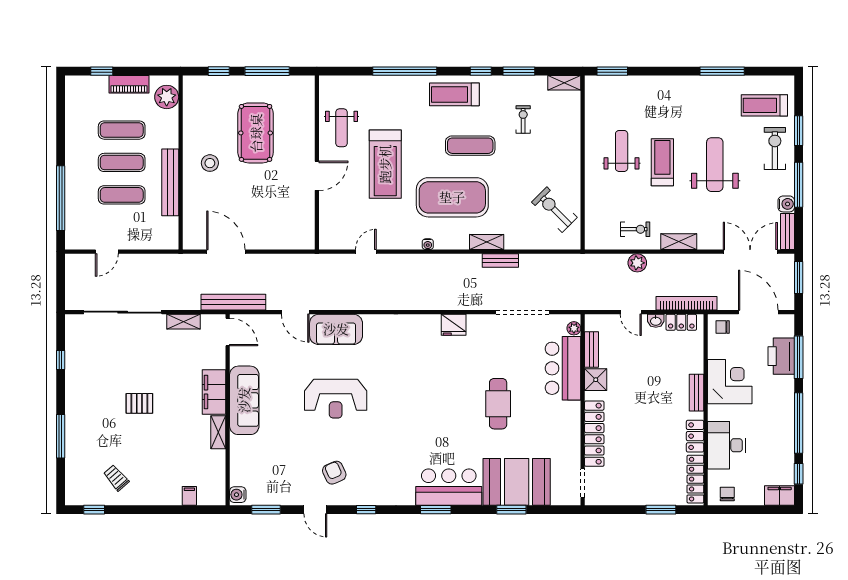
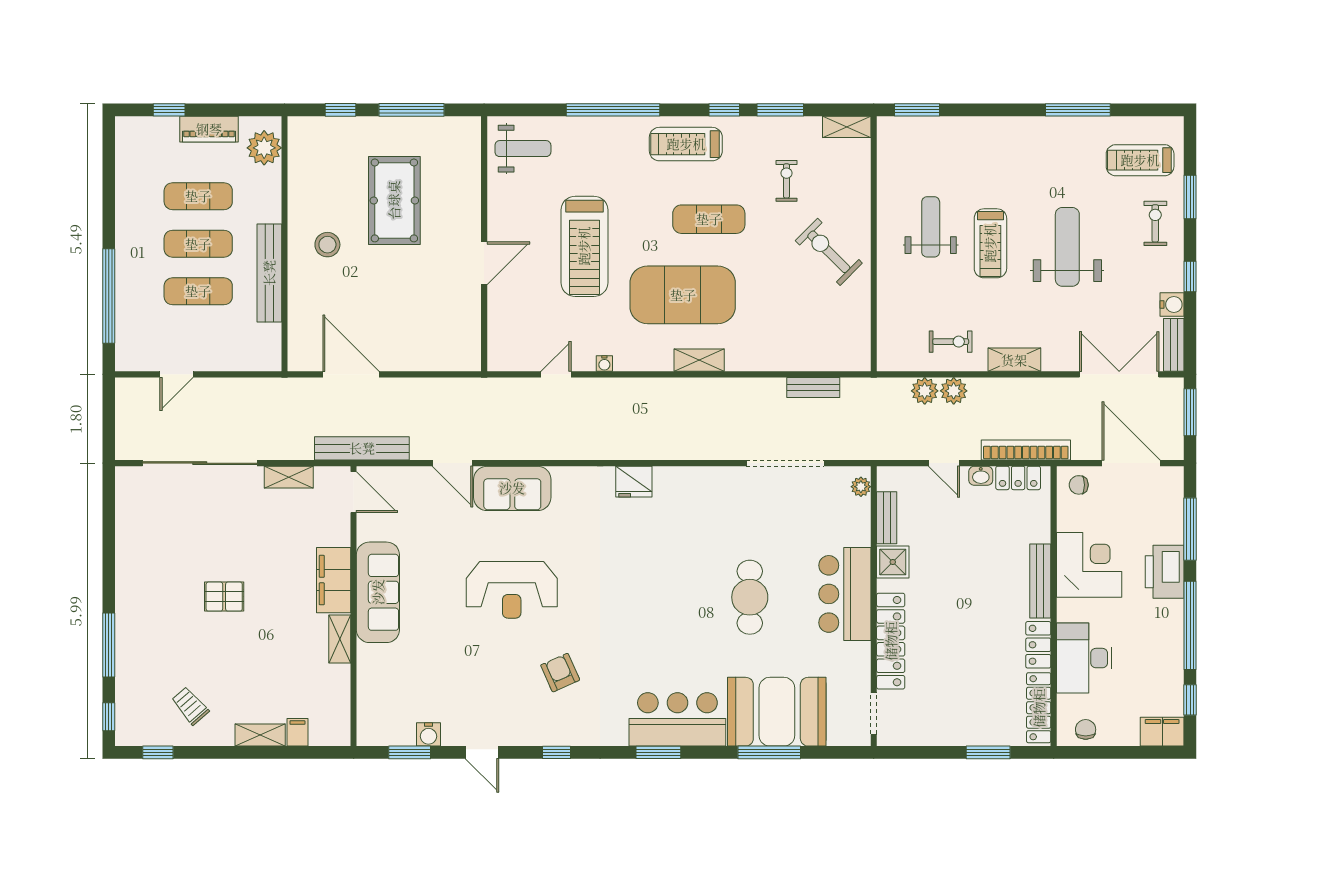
weight bench: (342, 128) -> (523, 149), moved, turned -90
exercise bike: (775, 149) -> (1155, 223), width x0.73, depth x0.72
treadmill: (662, 162) -> (990, 243), turned 180
window: (799, 185) -> (1190, 276), width x0.46
exercise bike: (554, 210) -> (829, 252), moved
shelving: (487, 242) -> (699, 360), moved
water cooler: (428, 244) -> (604, 363), moved
bench: (500, 261) -> (813, 387), moved
plant: (618, 263) -> (925, 391), added
fridge: (454, 325) -> (634, 482), moved
printer: (781, 356) -> (1165, 572), moved
window: (61, 360) -> (109, 717), moved
bar counter: (563, 368) -> (845, 594), moved
bench: (696, 393) -> (1040, 581), width x1.36
armchair: (334, 473) -> (560, 673), moved
water cooler: (238, 495) -> (428, 734), moved, turned -90
shelving: (164, 498) -> (260, 735), added
window: (511, 510) -> (769, 752), width x1.44

